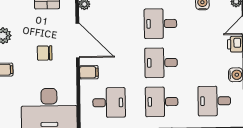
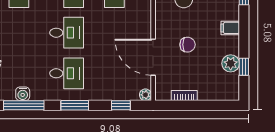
filing cabinet: (89, 72) -> (142, 24), removed

